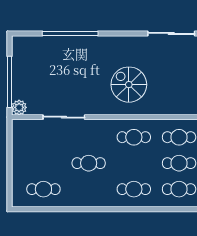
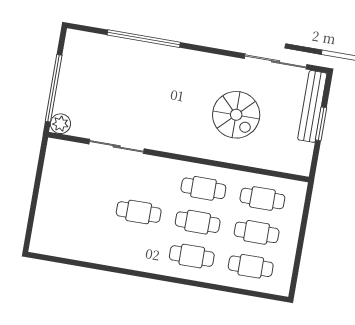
spiral stairs: (129, 85) -> (236, 115), moved, turned 180
cafe table: (43, 189) -> (198, 222), moved

